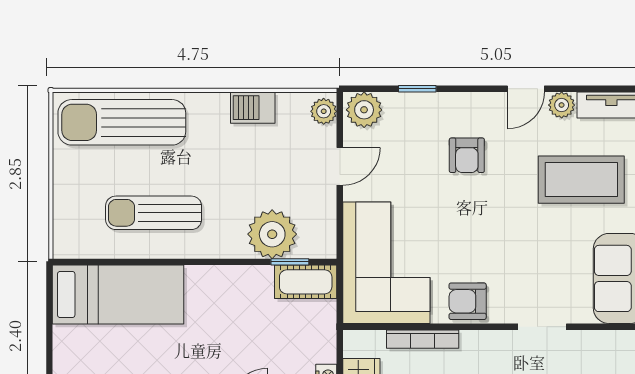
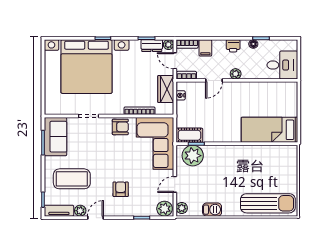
sun lounger: (154, 213) -> (254, 165), removed
plant: (272, 234) -> (193, 156), moved

